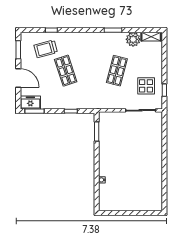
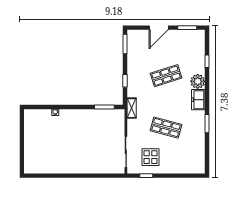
shelving: (151, 37) -> (132, 108), moved
plant: (133, 39) -> (198, 81), moved
trolley: (46, 49) -> (188, 55), removed
freezer: (30, 103) -> (198, 100), moved, turned 180

